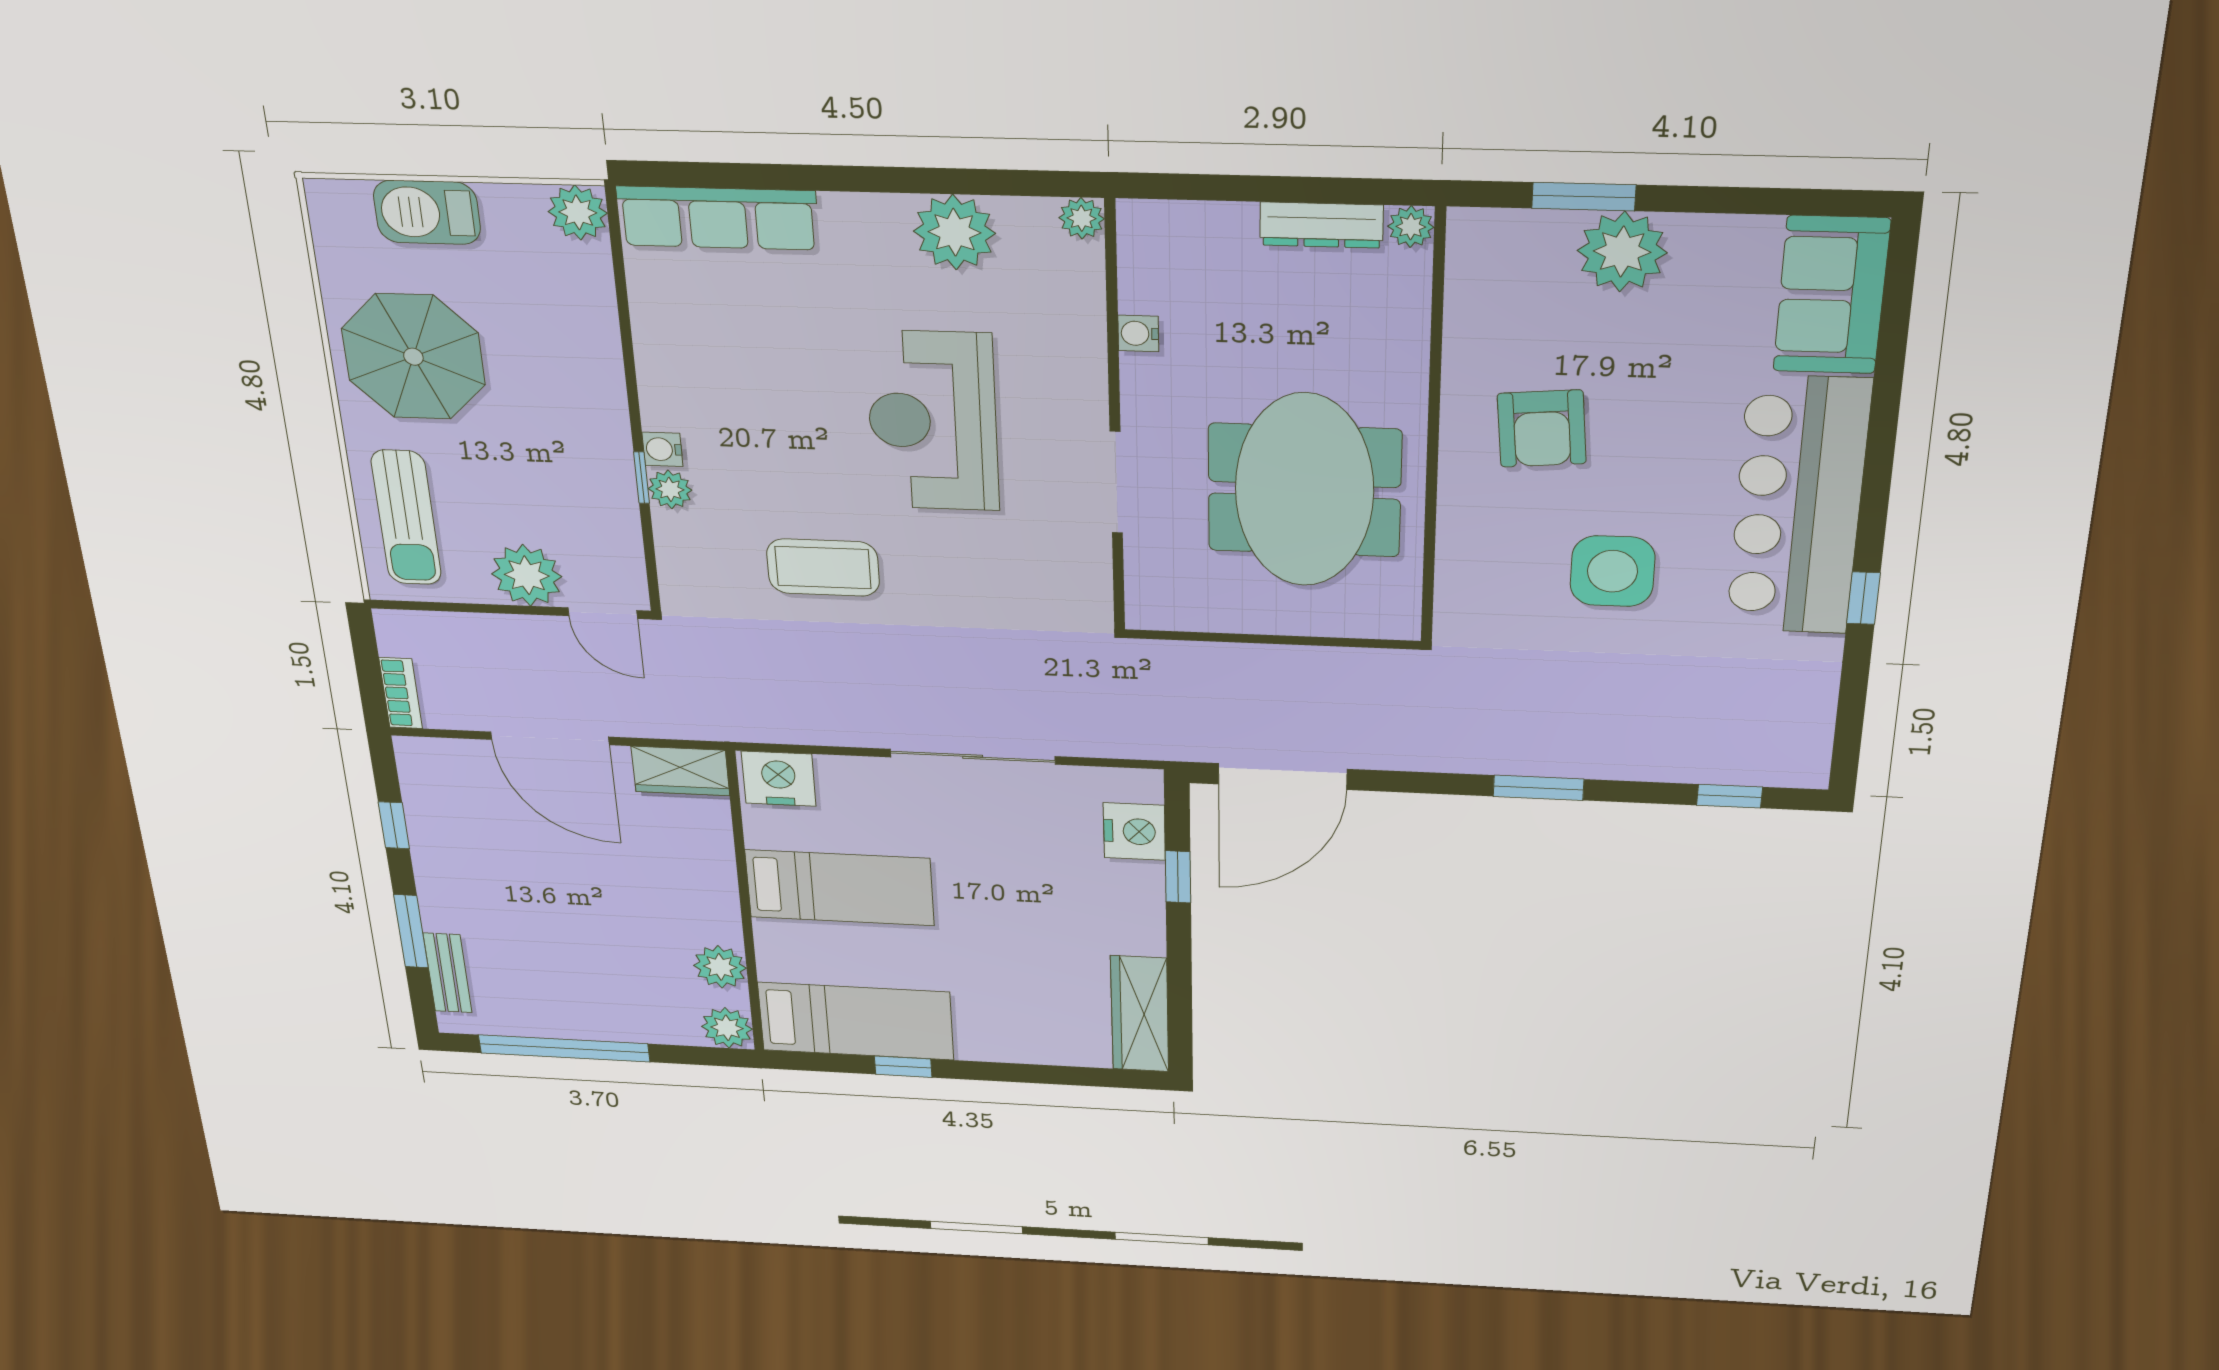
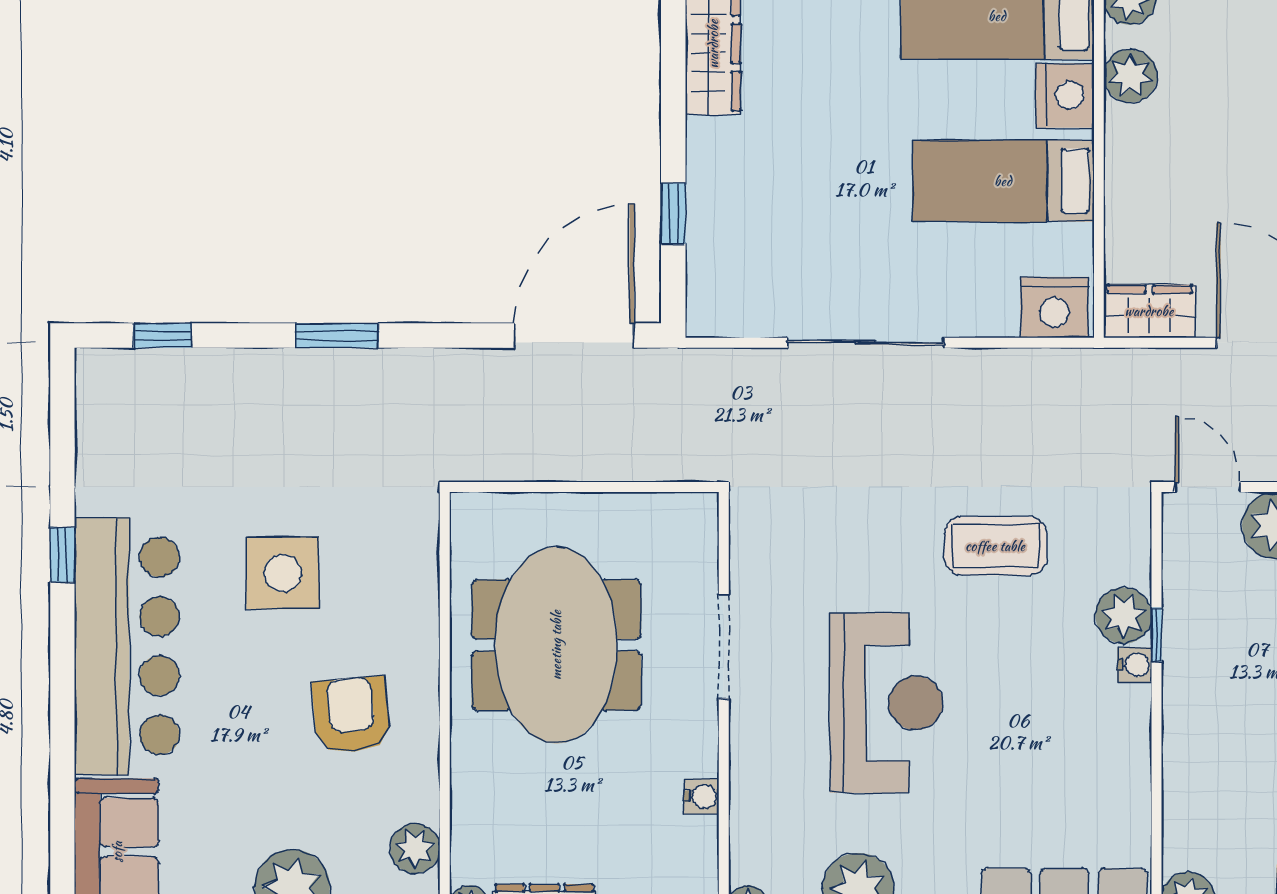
plant: (1473, 289) -> (415, 849), added
plant: (670, 489) -> (1124, 616), width x1.38, depth x1.38
nightstand: (1134, 831) -> (1065, 95), moved, turned 180

